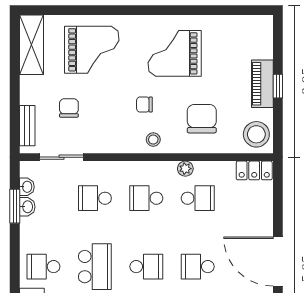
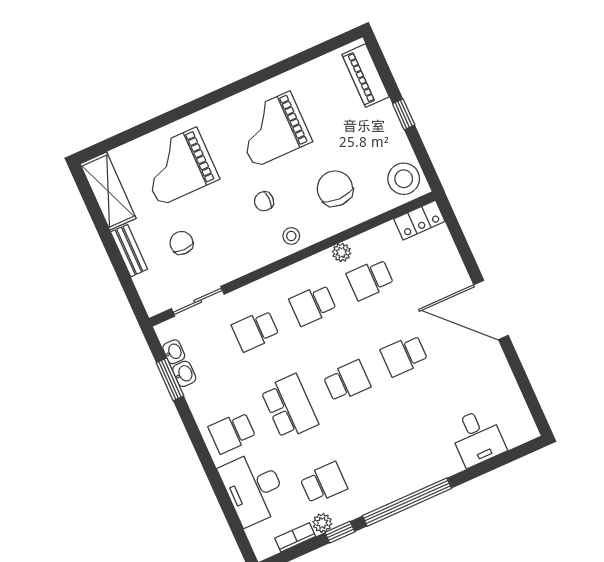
grand piano: (92, 50) -> (178, 167), turned 180
piano: (262, 84) -> (366, 76), moved
bench: (27, 126) -> (129, 251), moved
school desk: (198, 198) -> (370, 279), turned 180

